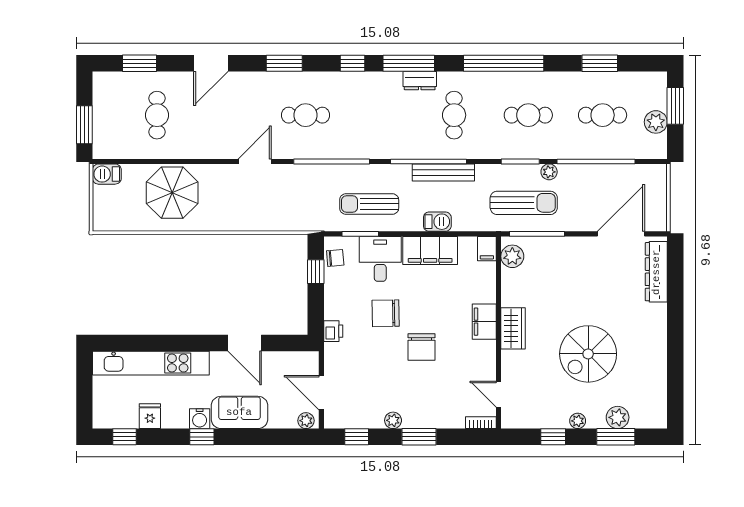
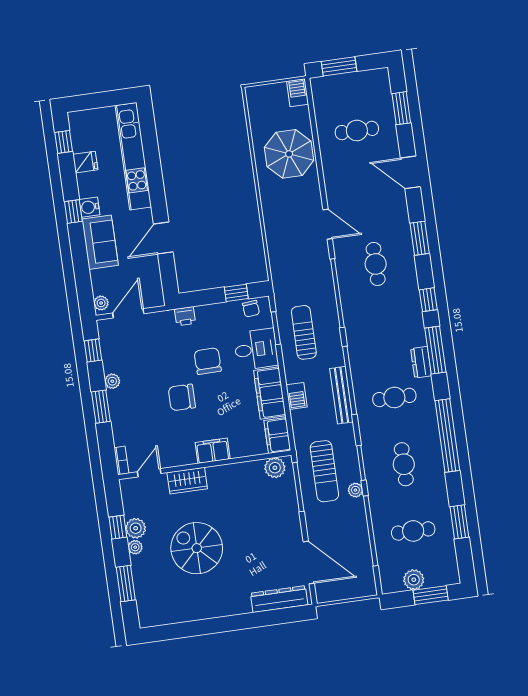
cafe table: (603, 115) -> (413, 531), turned 90
filing cabinet: (487, 249) -> (277, 435), width x2.00
wardrobe: (513, 328) -> (187, 481), moved
plant: (618, 417) -> (136, 528), moved

